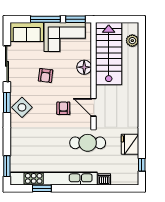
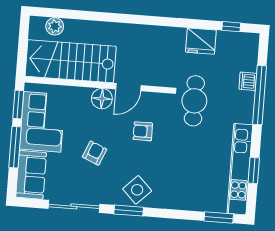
floor lamp: (84, 67) -> (102, 99), moved
armchair: (46, 75) -> (95, 153), turned -74
door: (94, 107) -> (128, 87), moved
kitchen unit: (54, 178) -> (240, 169), width x0.73
window: (95, 188) -> (260, 95), added

